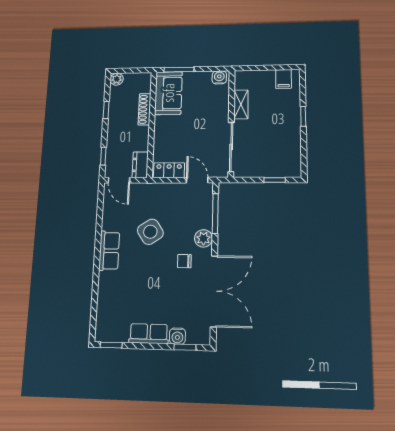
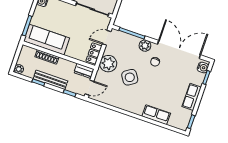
sofa: (168, 93) -> (47, 40), width x1.36
bench: (114, 125) -> (50, 80), added
plant: (161, 195) -> (108, 64), added
row of seats: (109, 251) -> (156, 115), moved
water cooler: (177, 336) -> (203, 68), moved

